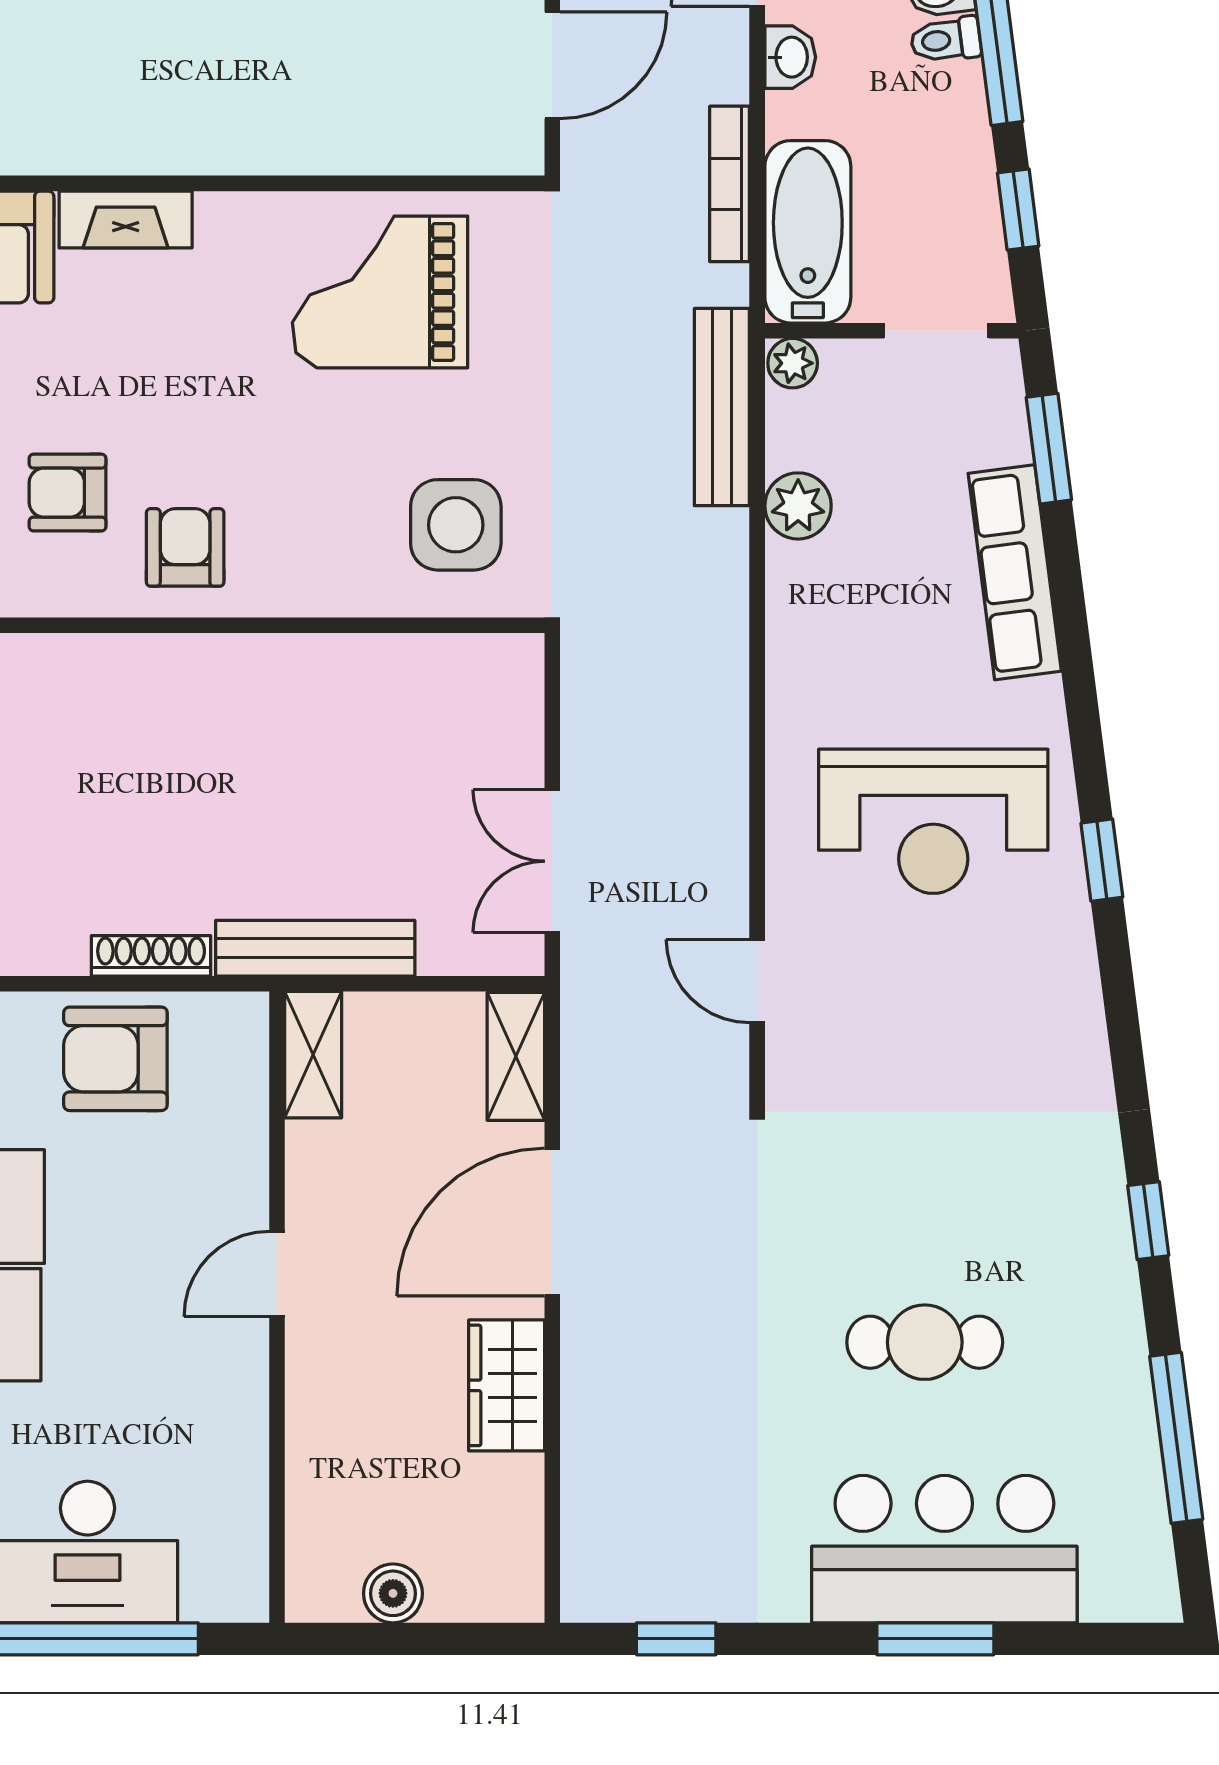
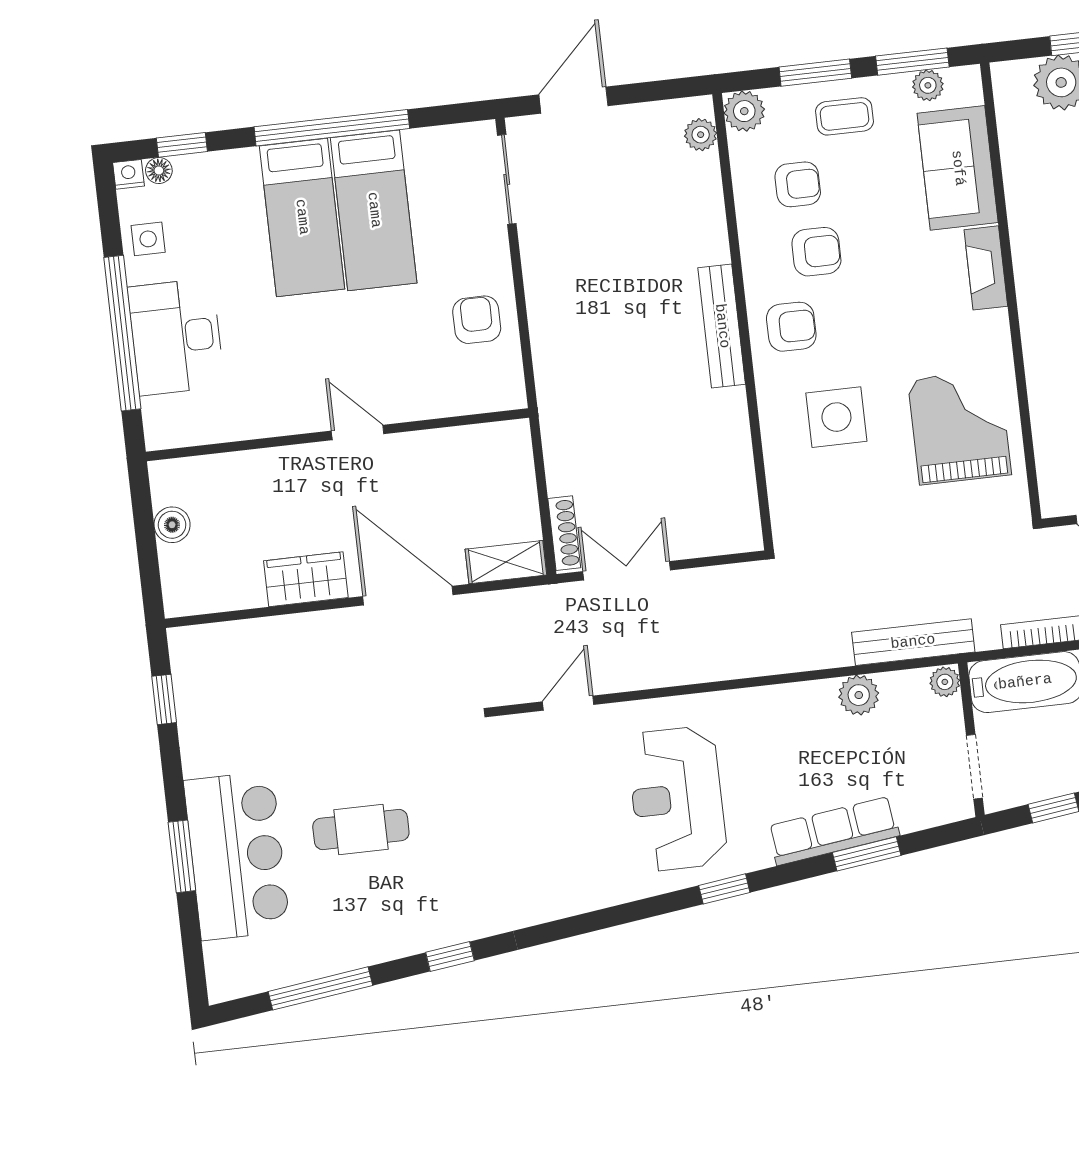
window: (1049, 449) -> (867, 854), moved
armchair: (68, 493) -> (816, 252), turned 90
side table: (456, 525) -> (836, 417), moved
window: (1102, 860) -> (724, 889), moved
bench: (315, 948) -> (722, 326), moved
shoe rack: (151, 956) -> (564, 533), moved
shelving: (313, 1055) -> (493, 439), removed
armchair: (115, 1059) -> (477, 320), width x0.72, depth x0.72
cafe table: (925, 1342) -> (361, 830), turned 90

